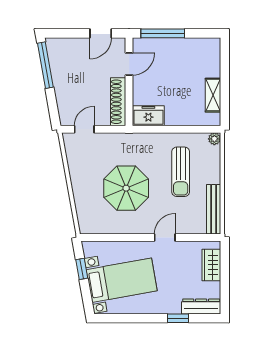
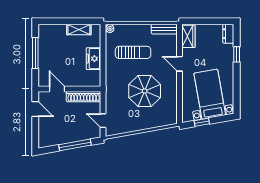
window: (163, 33) -> (35, 53), moved
window: (45, 65) -> (75, 145), moved
freezer: (148, 116) -> (93, 59), moved
bench: (214, 209) -> (164, 29), width x0.73
wardrobe: (211, 265) -> (188, 36), moved, turned -90
dresser: (201, 307) -> (228, 34), width x0.70

